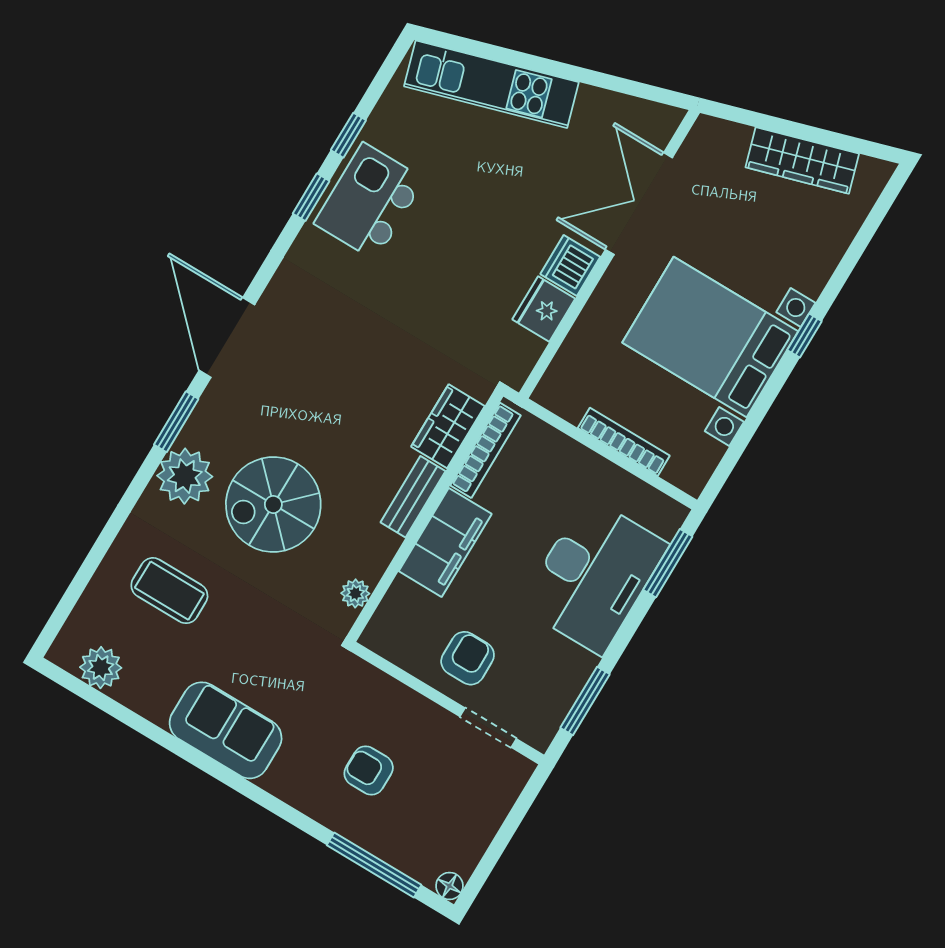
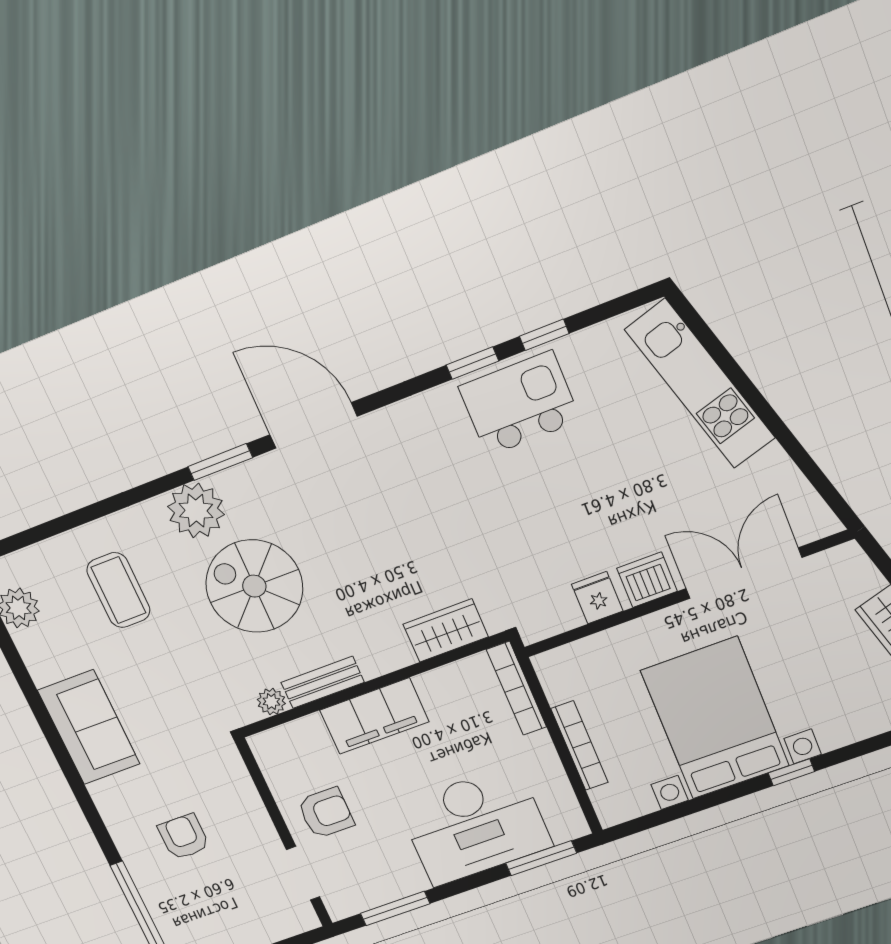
fridge: (544, 309) -> (597, 598), width x0.72
door: (227, 337) -> (313, 425), hinge flipped
bookcase: (486, 450) -> (517, 688), moved, turned 90
bench: (413, 497) -> (323, 682), moved

